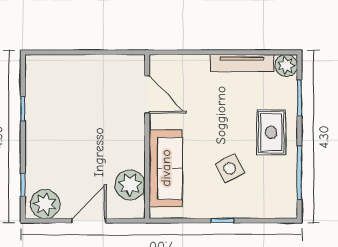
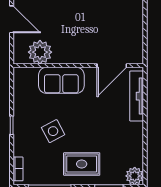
tv unit: (242, 63) -> (137, 96), moved
sofa: (166, 168) -> (61, 80), width x0.73
bookcase: (277, 213) -> (18, 169), added

